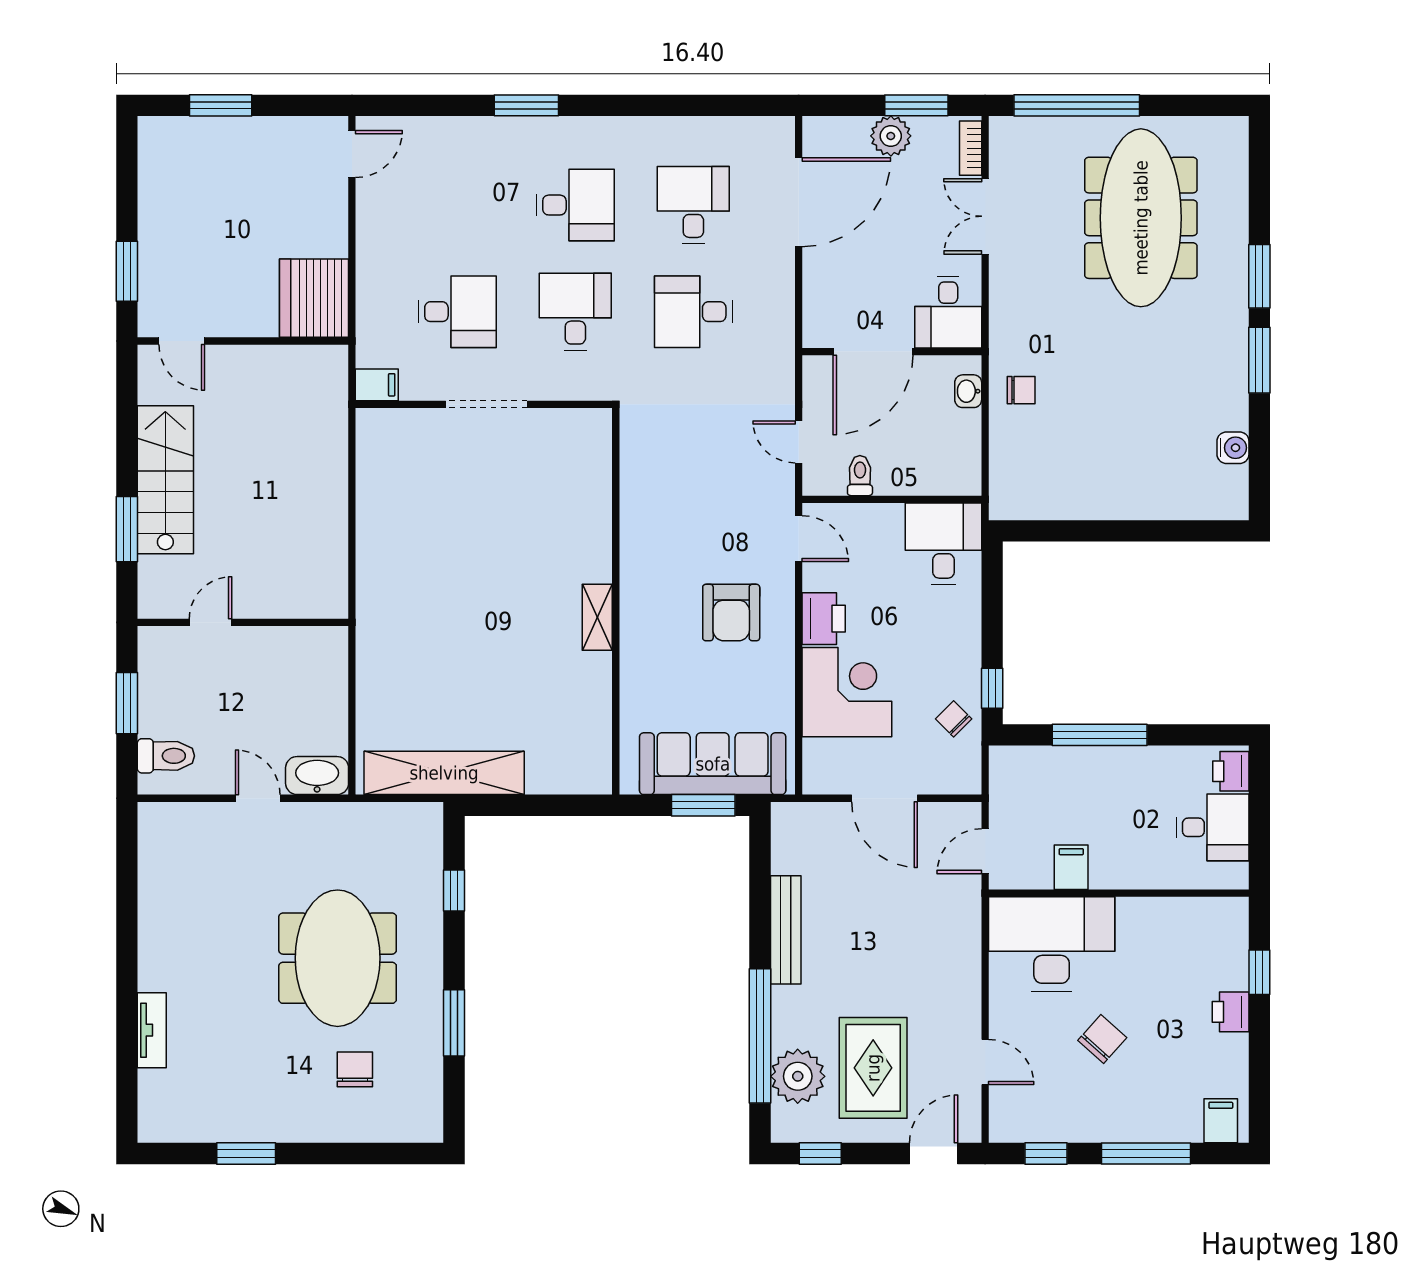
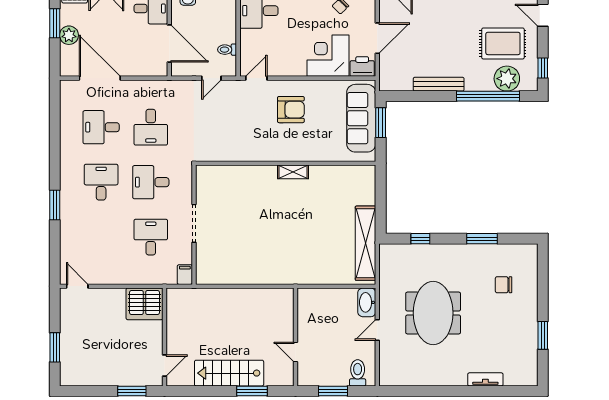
printer: (824, 619) -> (362, 67), moved
meeting table: (338, 958) -> (433, 313), moved, turned 90

